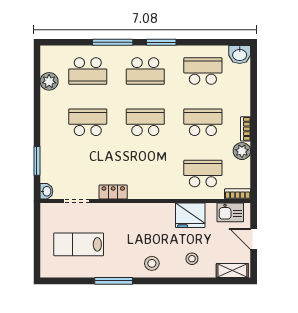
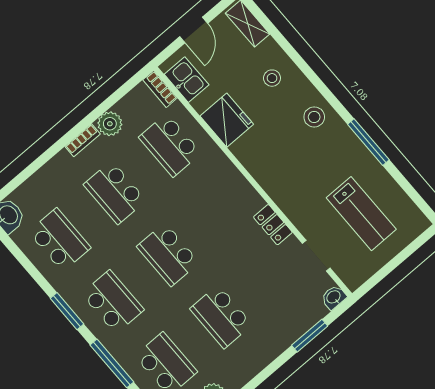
school desk: (203, 71) -> (60, 240), turned 180

